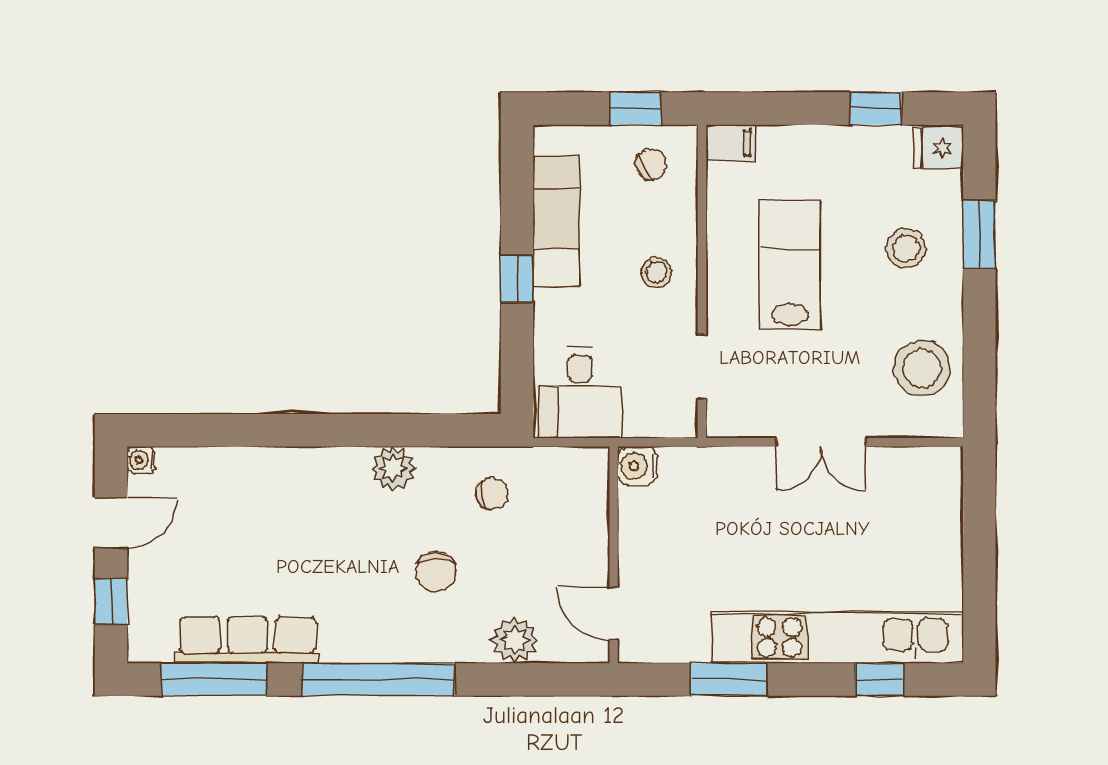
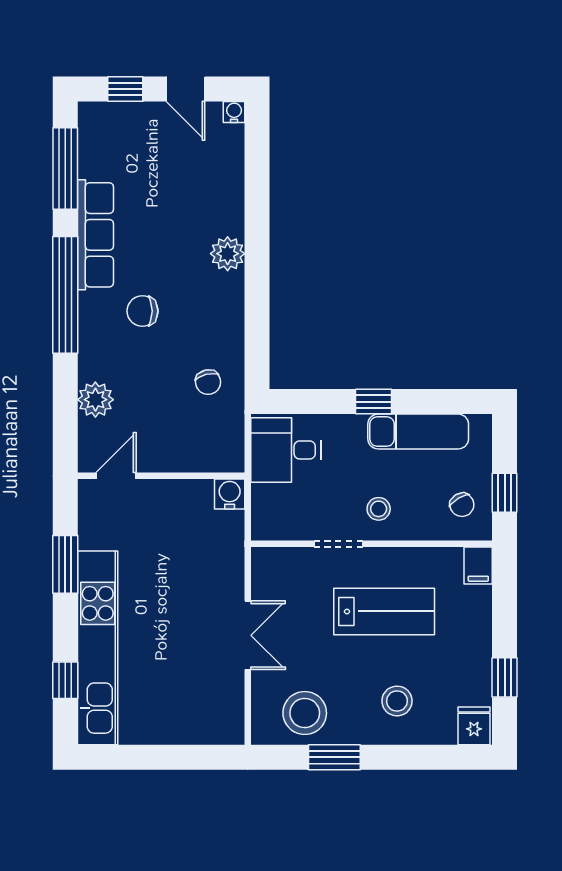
window: (979, 235) -> (334, 757), moved
doorway: (702, 367) -> (338, 544), moved
double door: (821, 442) -> (248, 635), swing flipped
plant: (393, 469) -> (228, 254), moved
chair: (436, 572) -> (142, 311), moved
row of seats: (248, 640) -> (95, 235), moved

